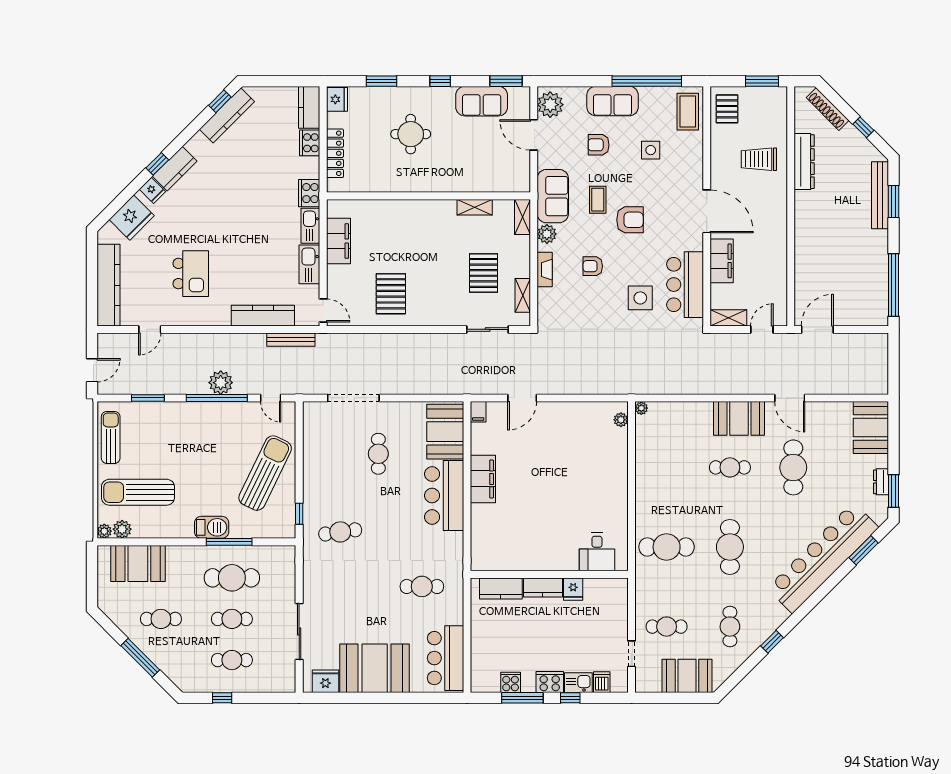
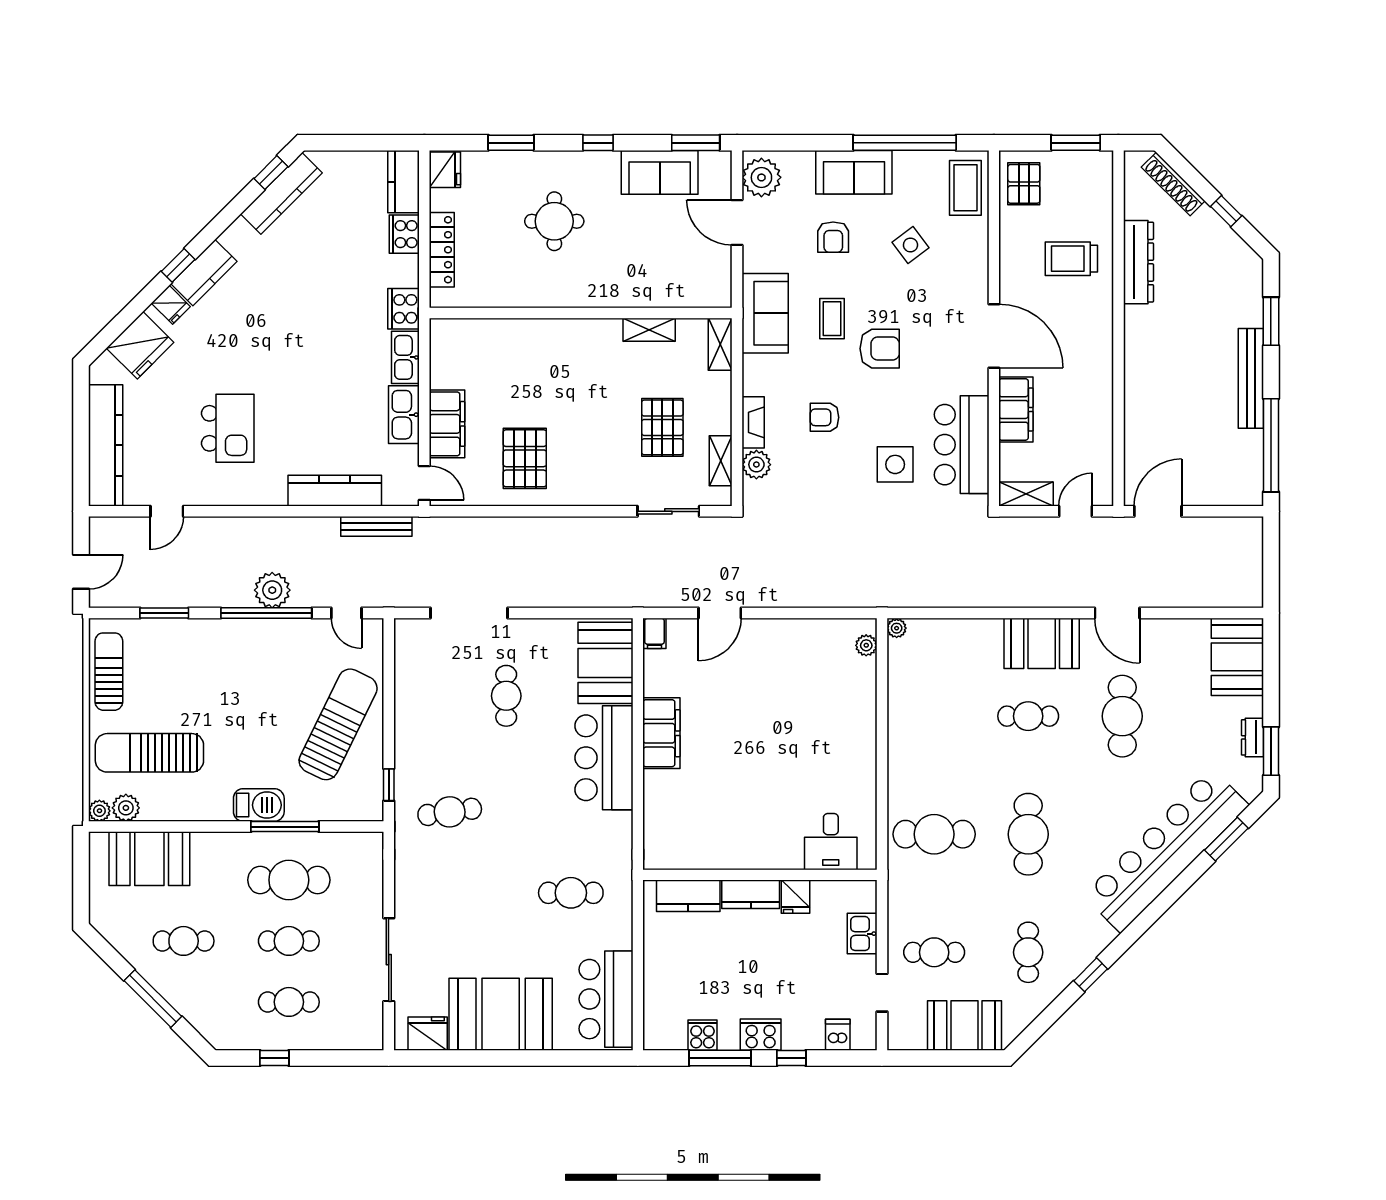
armchair: (599, 145) -> (833, 237), turned -90
side table: (651, 150) -> (910, 245), turned -37
bench: (880, 195) -> (1251, 378), moved
plant: (547, 234) -> (756, 465), moved
filing cabinet: (338, 241) -> (447, 424), moved
kitchen sink: (578, 683) -> (862, 934), moved, turned -90

